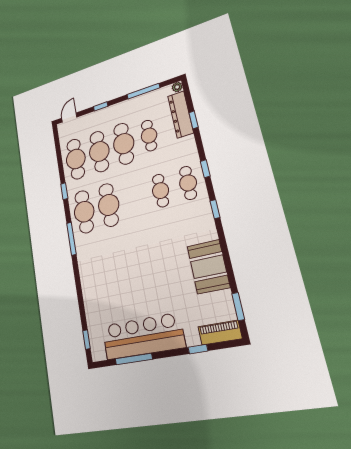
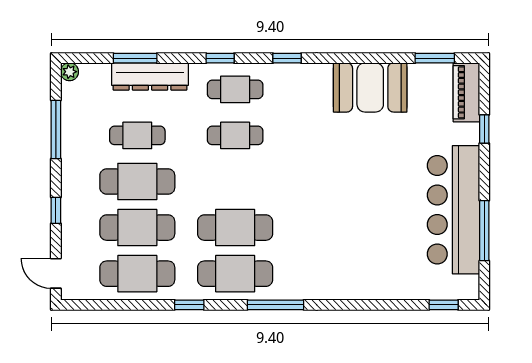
dresser: (181, 114) -> (150, 76), moved
window: (194, 120) -> (135, 58), width x1.50

